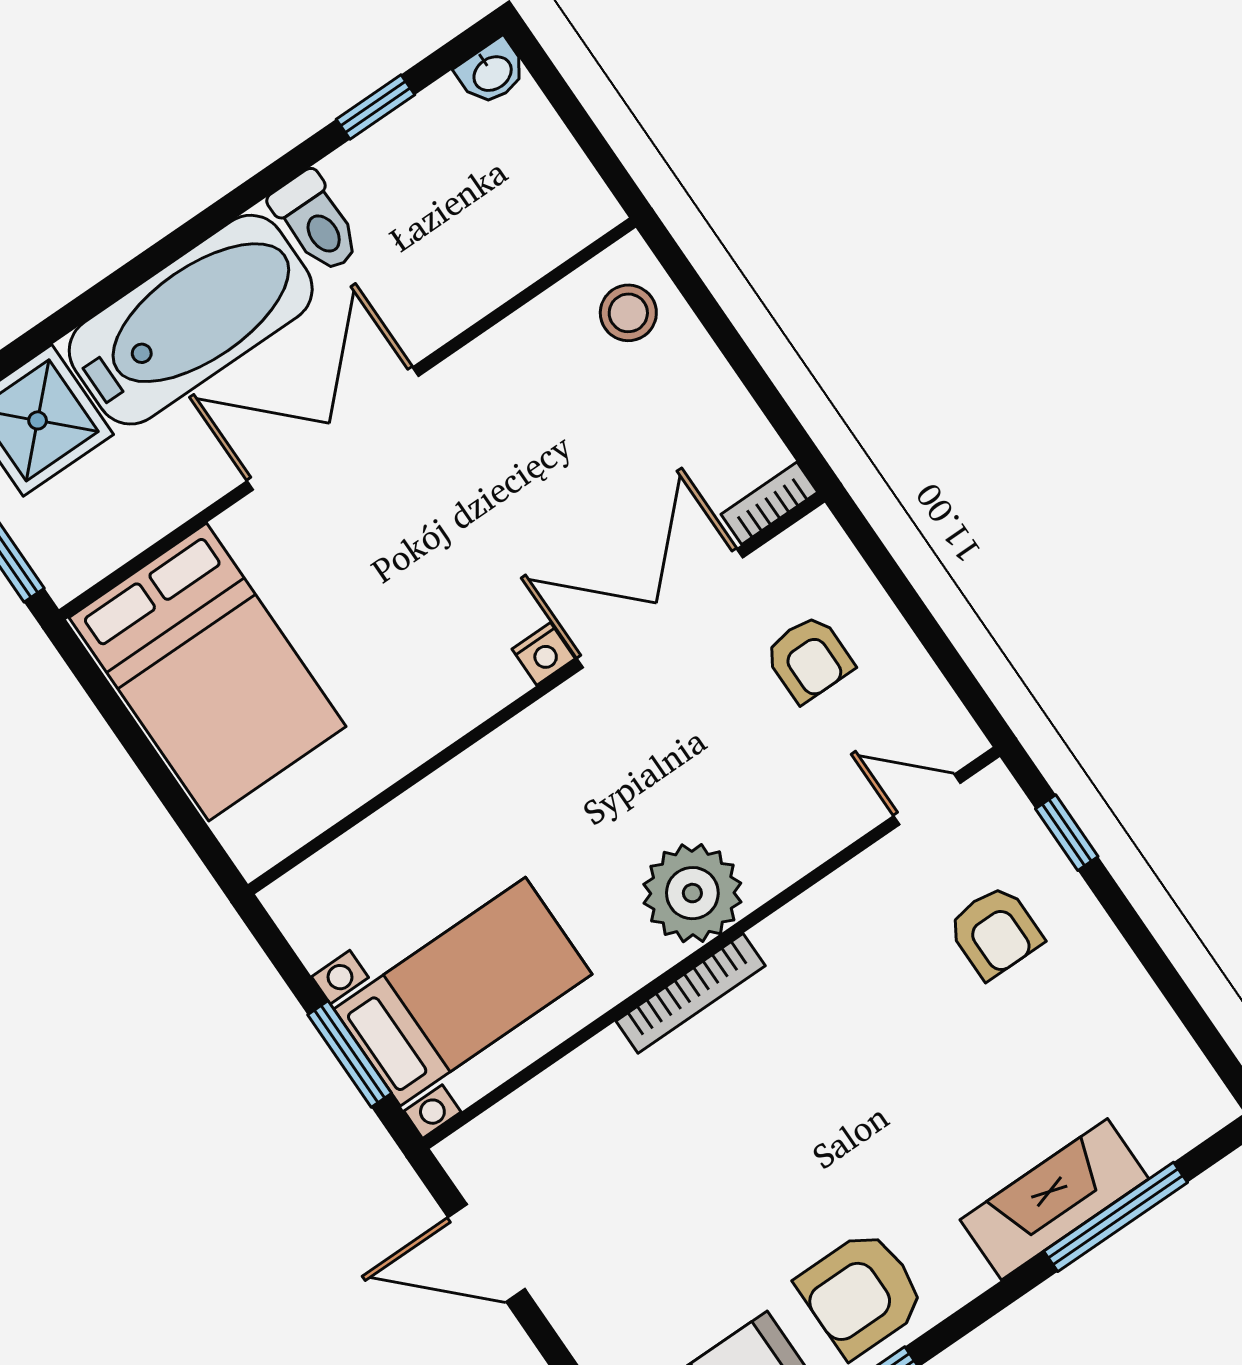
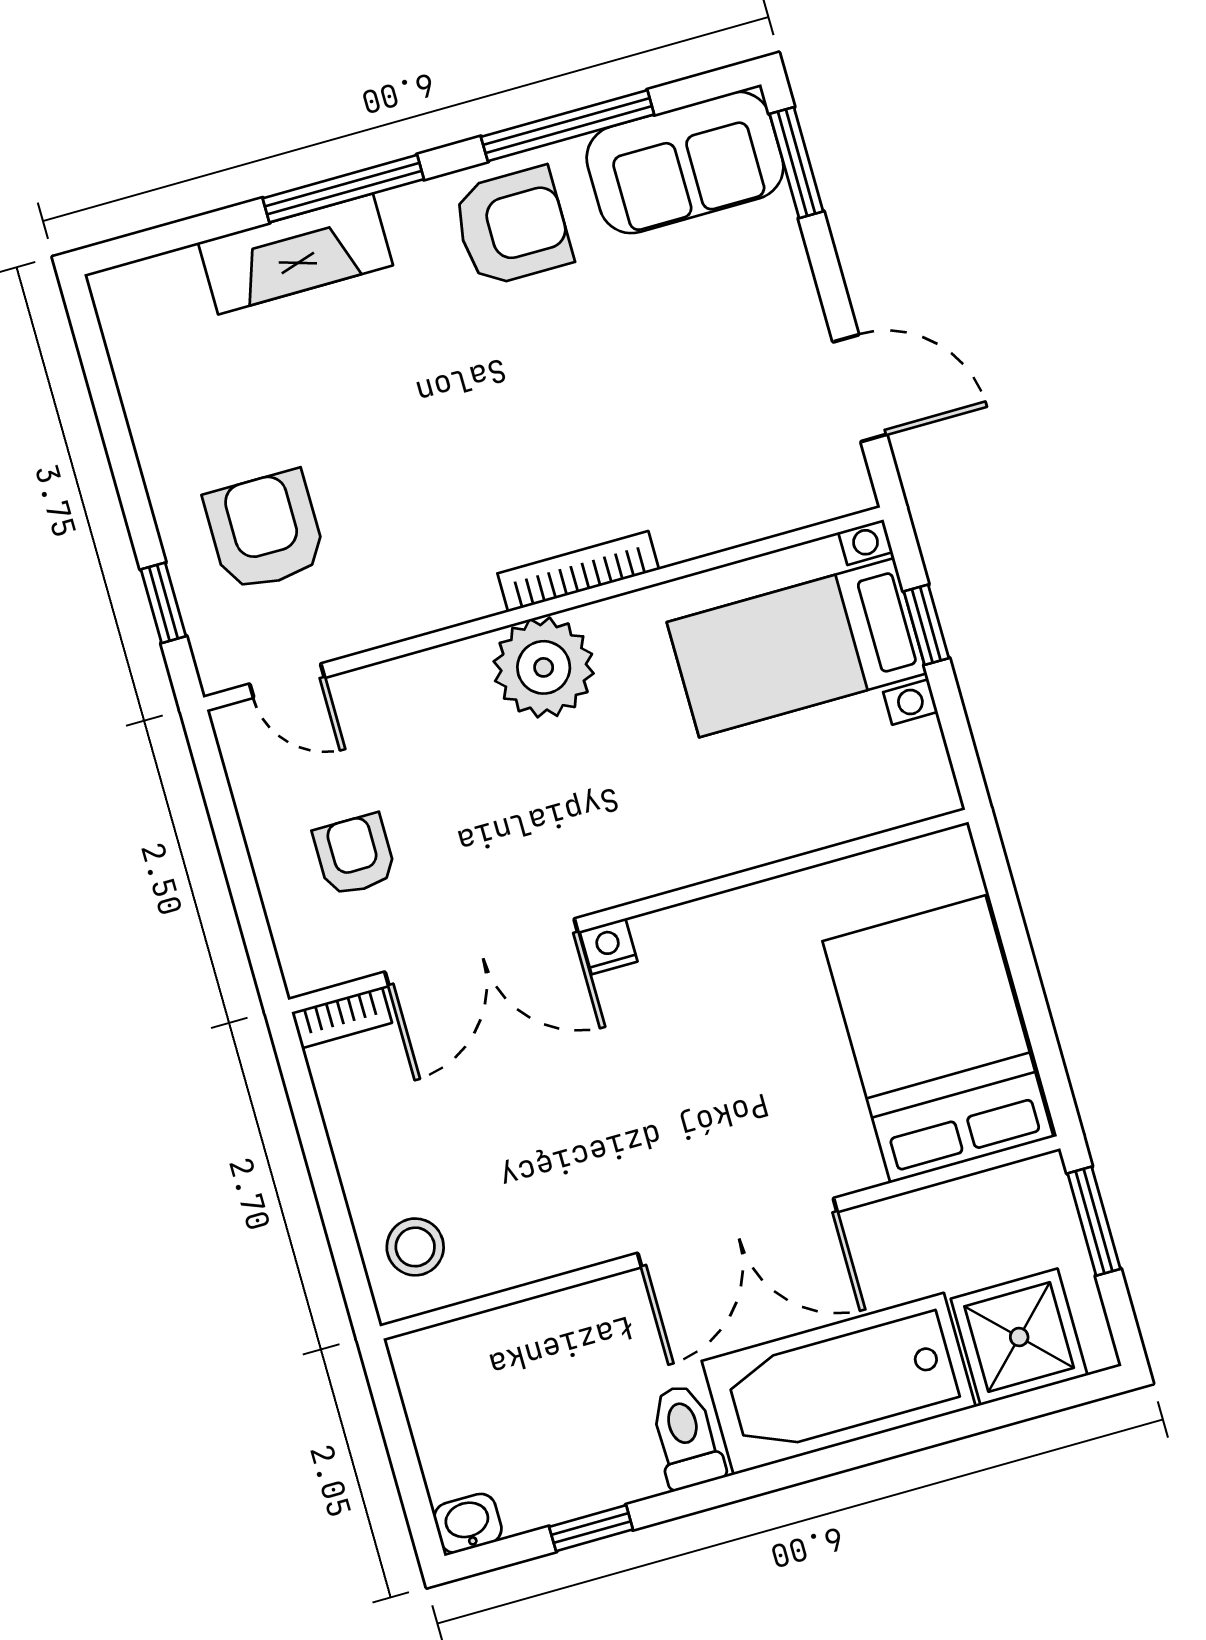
armchair: (995, 932) -> (265, 531), width x1.38, depth x1.38
window: (350, 1054) -> (926, 625), width x0.67
window: (1116, 1217) -> (343, 189), moved

